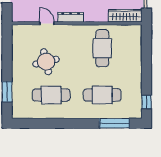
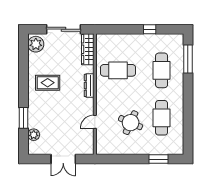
dresser: (71, 17) -> (89, 85), moved
round table: (46, 62) -> (131, 123), turned 37
window: (146, 102) -> (150, 29), moved

